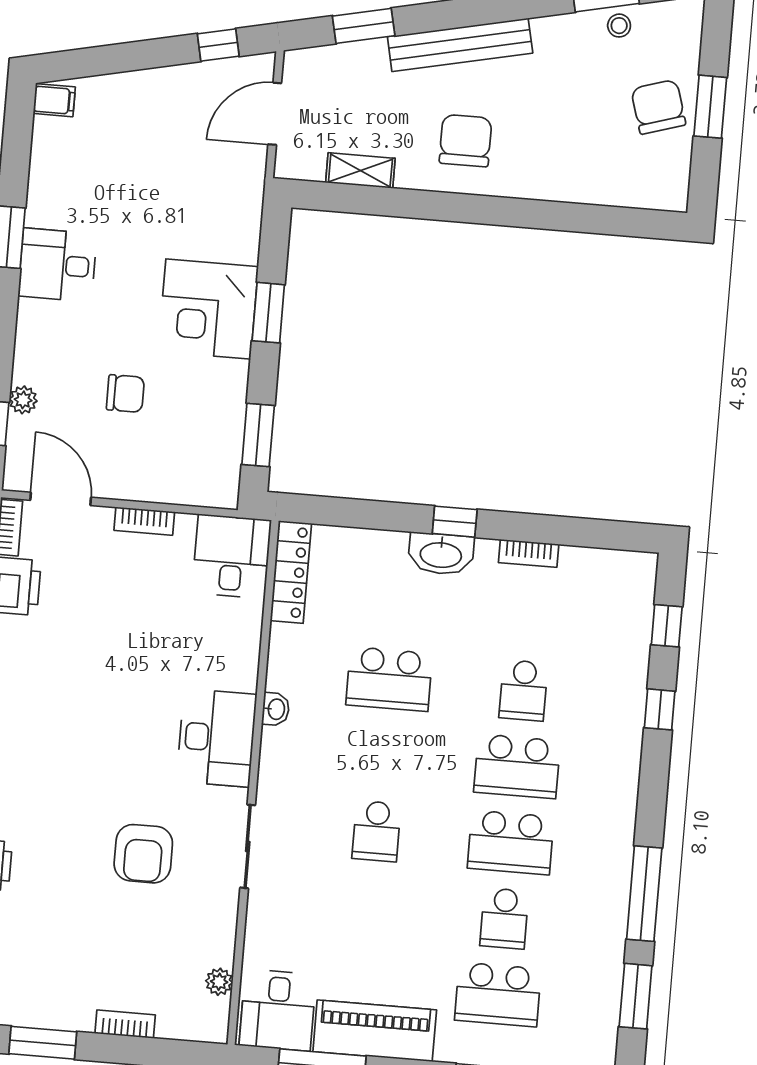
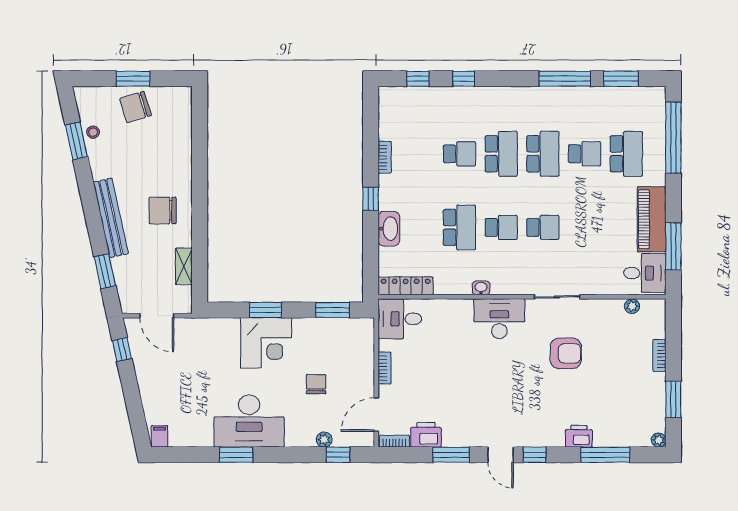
desk: (57, 265) -> (249, 421), width x1.87, depth x1.30
washbasin: (441, 554) -> (389, 229), moved
school desk: (383, 755) -> (501, 227), added

